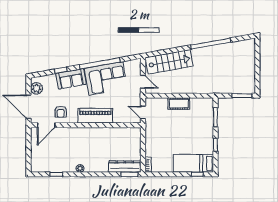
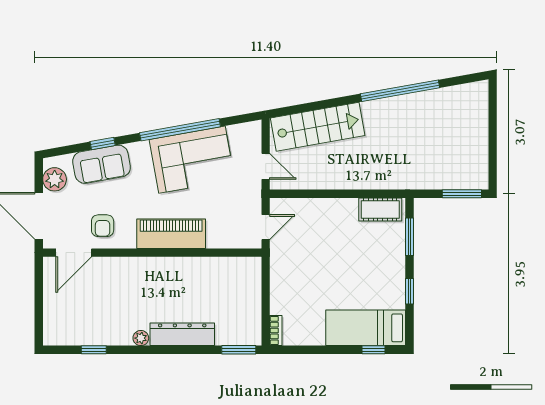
sofa: (71, 79) -> (102, 164), moved
cot: (179, 104) -> (380, 209), moved
door: (143, 112) -> (266, 227), swing flipped
dresser: (125, 167) -> (182, 334), moved

